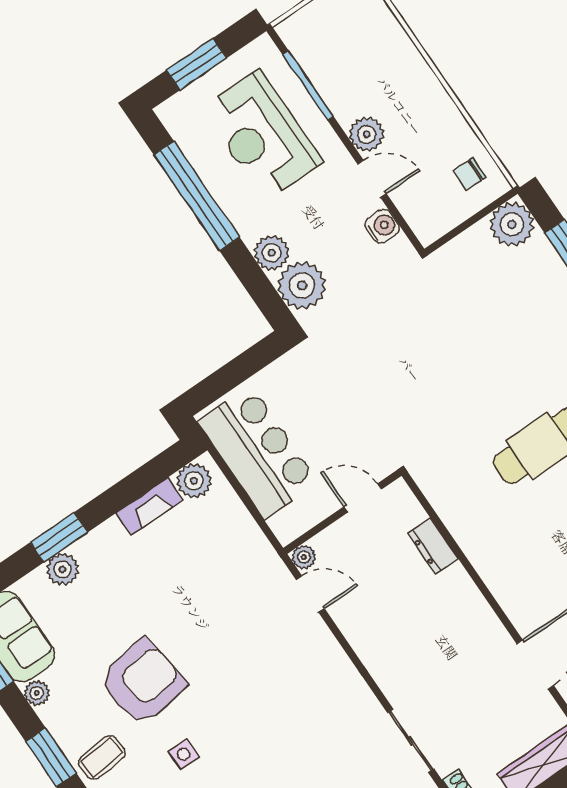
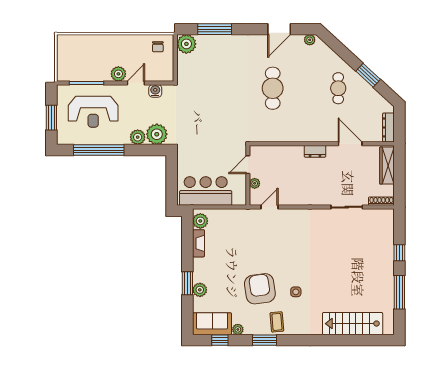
dresser: (433, 546) -> (315, 151), moved
plant: (304, 557) -> (255, 183), moved

